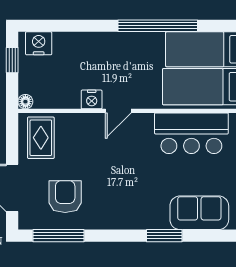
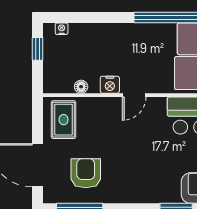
nightstand: (39, 43) -> (62, 29), width x0.53, depth x0.56
floor lamp: (25, 102) -> (81, 87), moved

